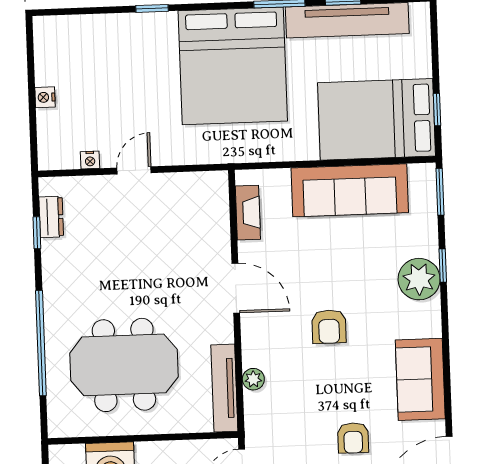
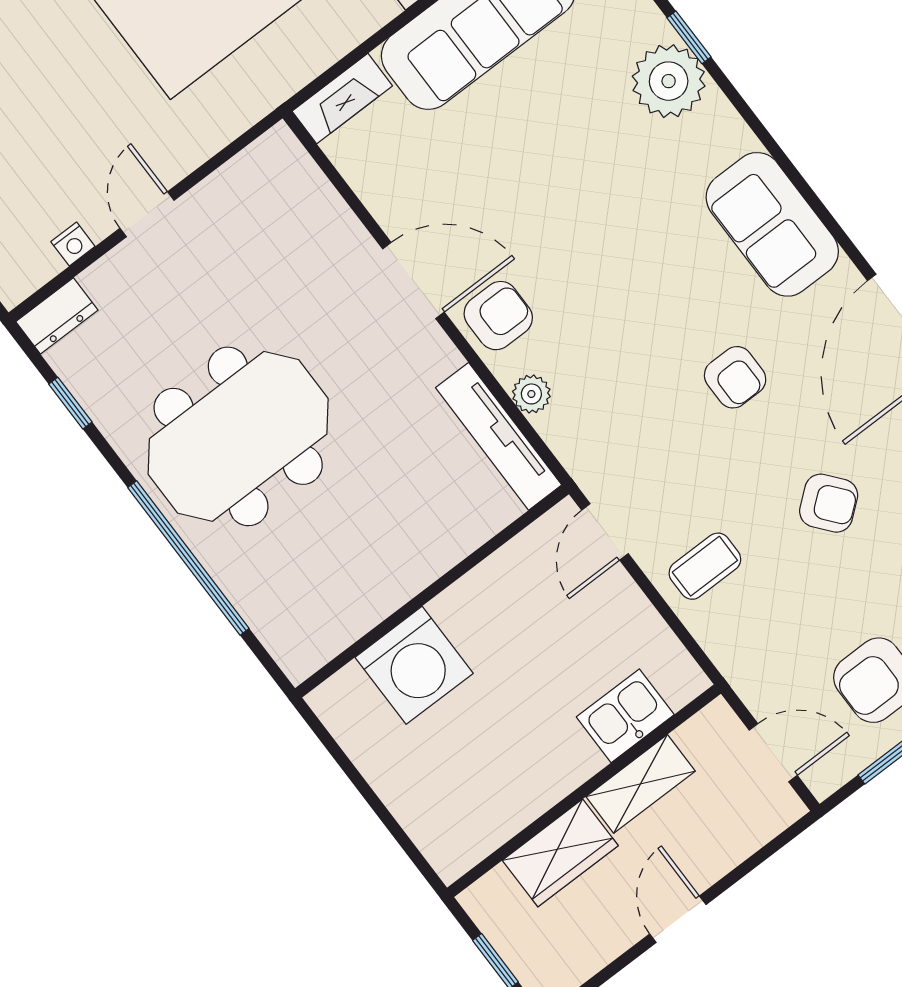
fireplace: (248, 213) -> (342, 99), moved, turned 90
dresser: (51, 217) -> (57, 316), moved, turned 90
armchair: (329, 327) -> (498, 316), moved, turned -90
meeting table: (124, 365) -> (238, 436), moved

